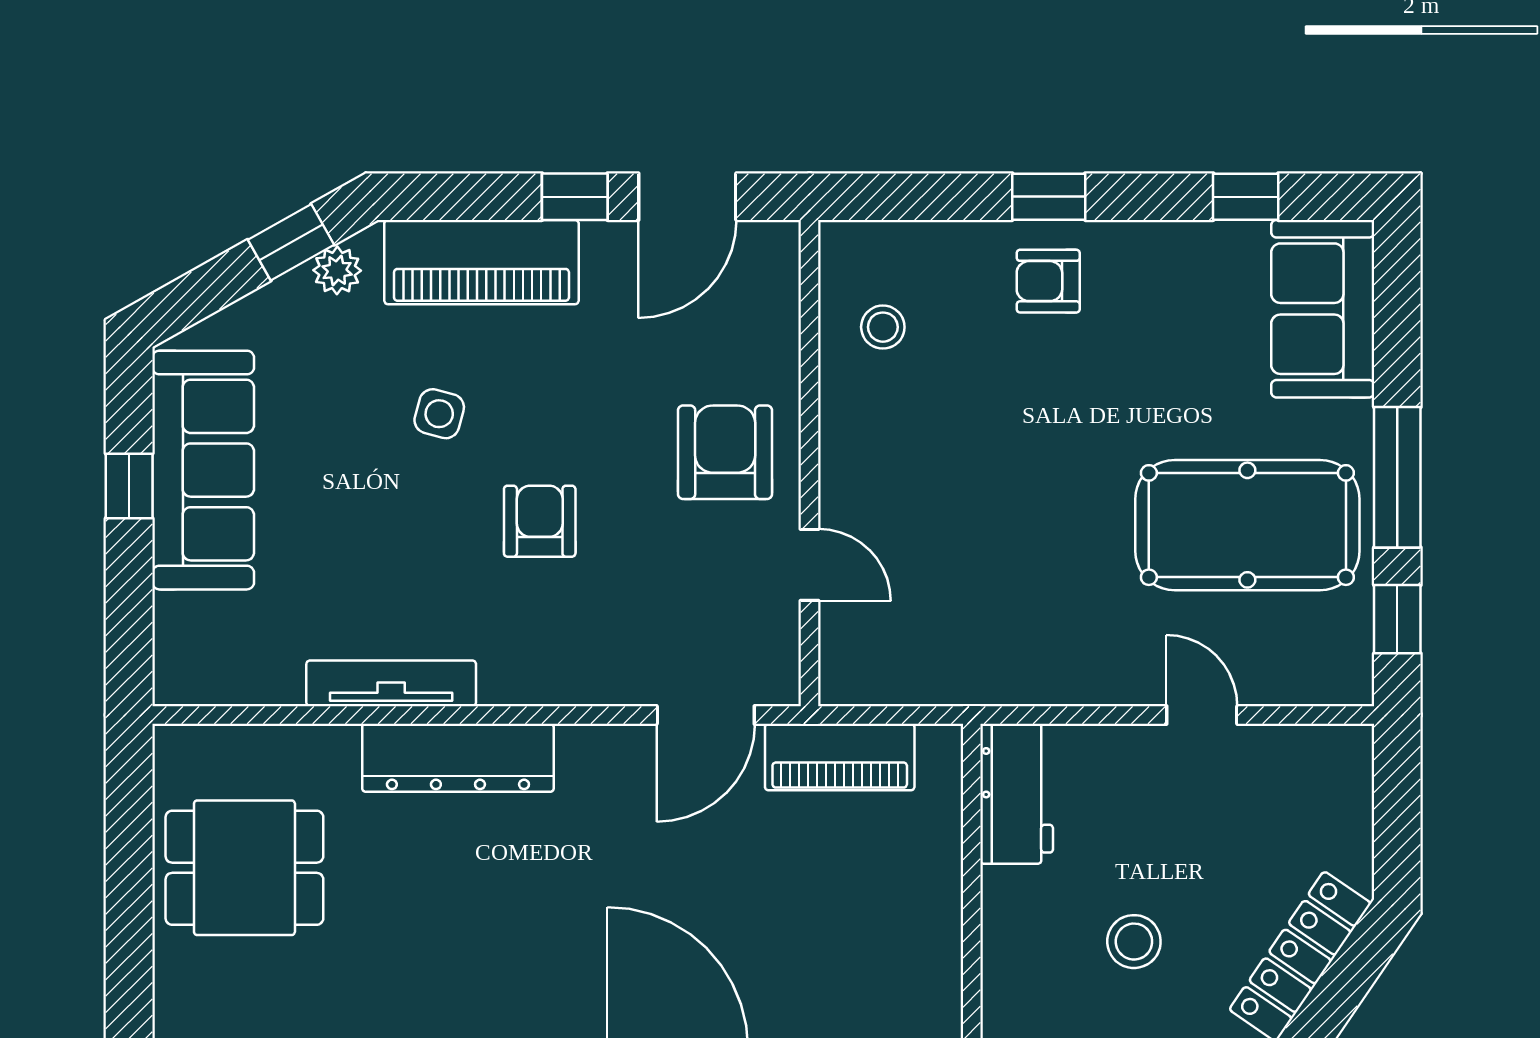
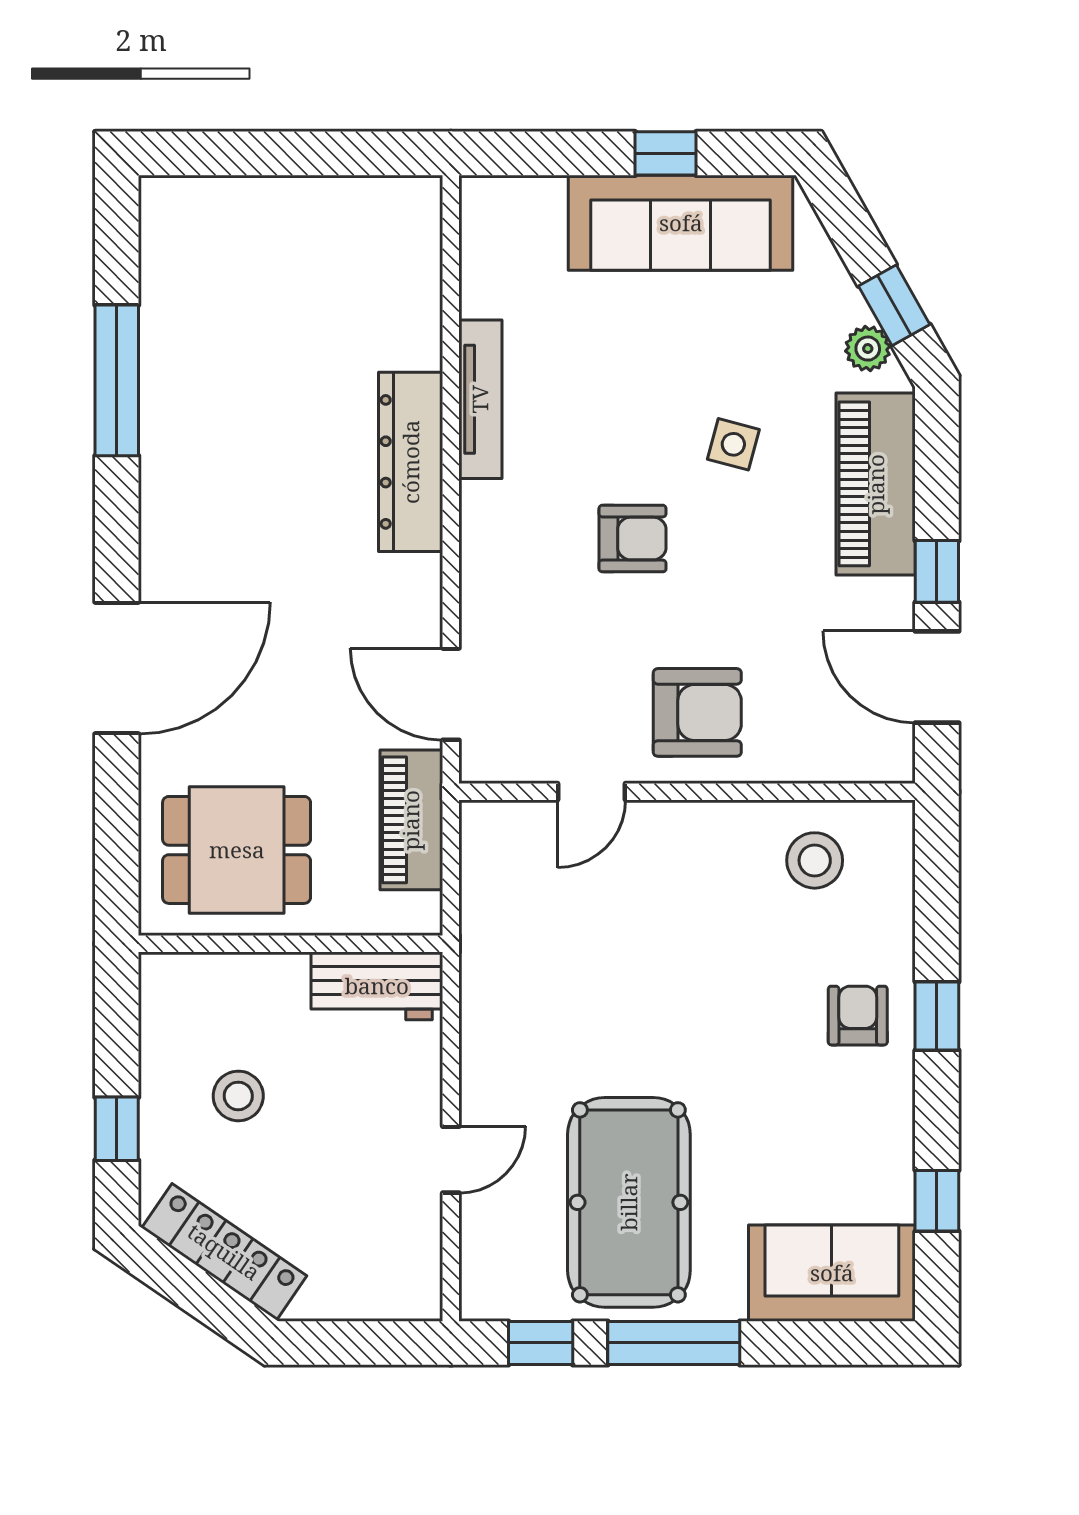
stool: (883, 327) -> (815, 860), width x1.37, depth x1.37
dining table: (244, 868) -> (237, 850), moved, turned 90

